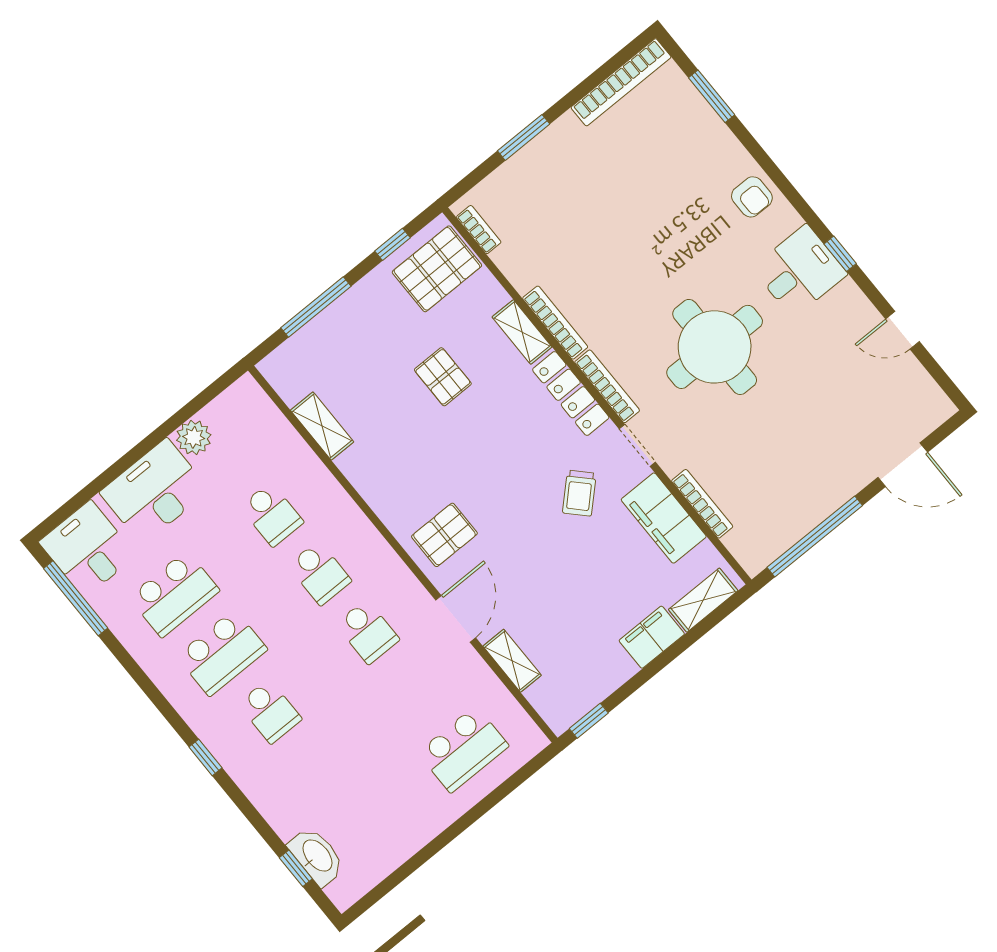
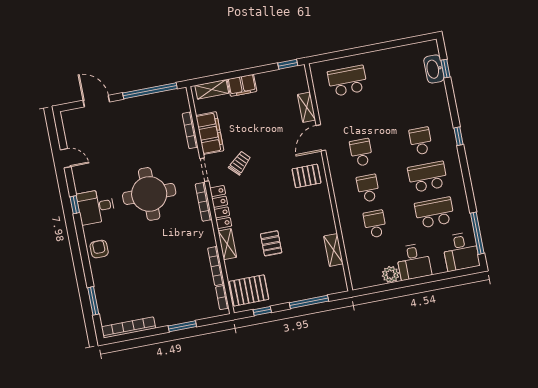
bookcase: (555, 323) -> (216, 266), moved
desk: (155, 491) -> (414, 262), width x0.73

